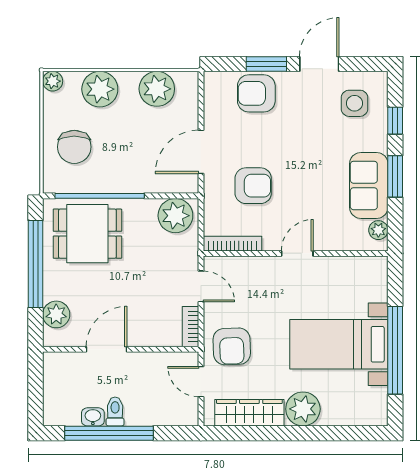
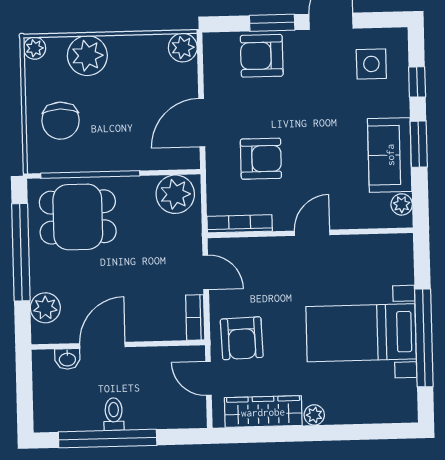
plant: (157, 89) -> (183, 48), moved, width x0.73, depth x0.73
plant: (303, 409) -> (314, 415), width x0.53, depth x0.53
washbasin: (93, 417) -> (67, 359), moved, turned 180

